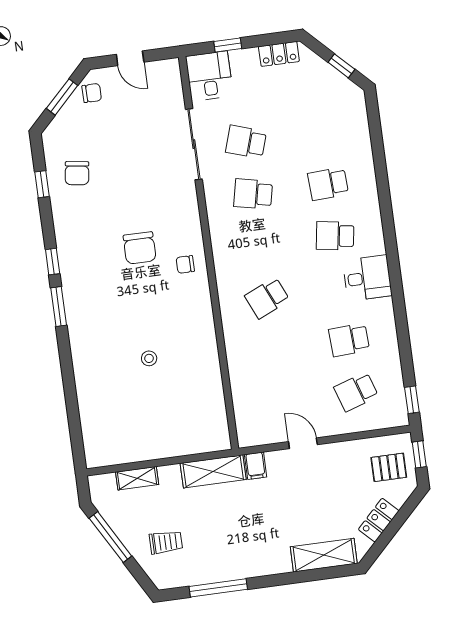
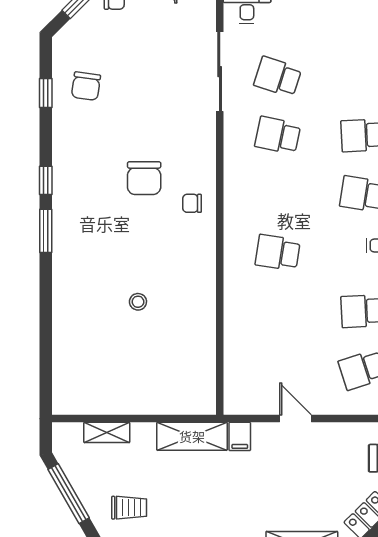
school desk: (267, 298) -> (278, 253), turned 33

